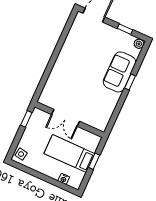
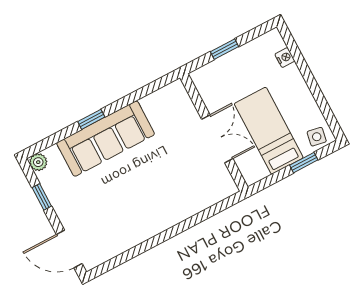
sofa: (119, 72) -> (106, 139), width x1.36
window: (26, 119) -> (304, 163), moved
bed: (69, 154) -> (269, 131), moved, turned 180

